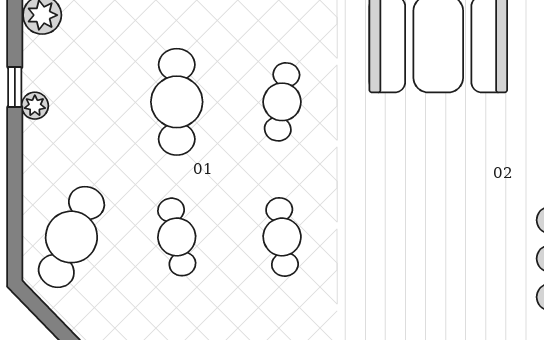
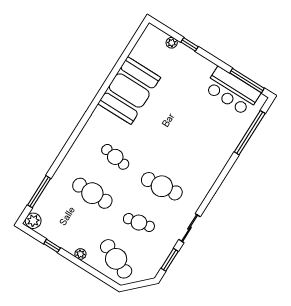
plant: (35, 106) -> (80, 254), moved
cafe table: (282, 237) -> (162, 186), width x1.37, depth x1.35

